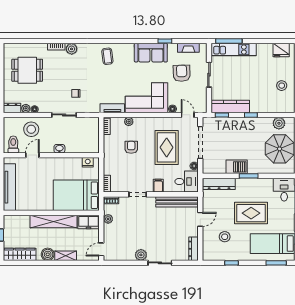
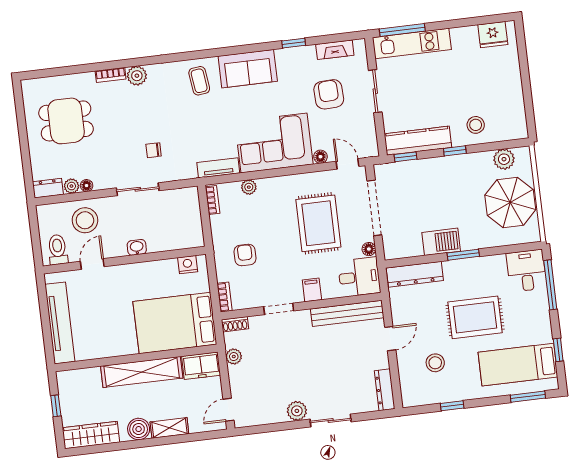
sofa: (151, 53) -> (248, 69), moved
stool: (282, 86) -> (476, 125), moved
armchair: (131, 147) -> (245, 255), moved

